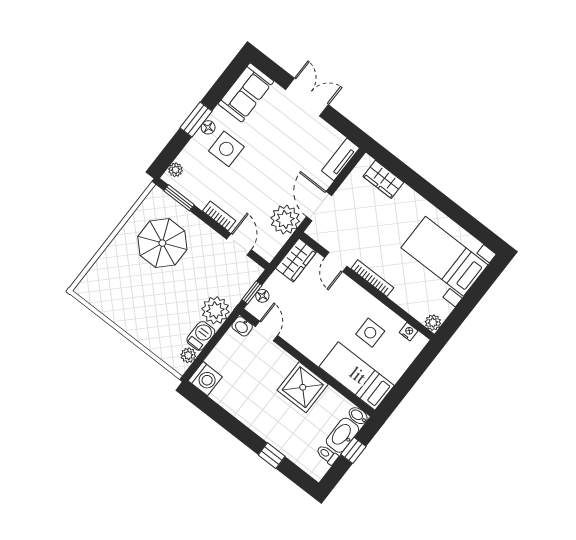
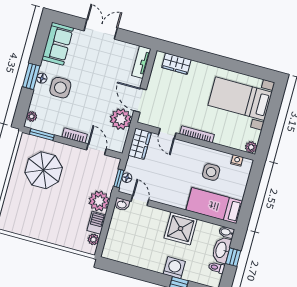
washing machine: (205, 379) -> (174, 268), moved, turned -90

